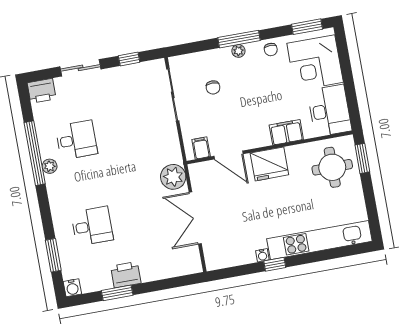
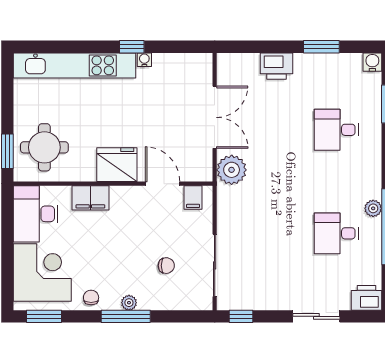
window: (129, 59) -> (241, 316), moved
chair: (213, 87) -> (166, 266), turned 90
printer: (126, 275) -> (277, 66), moved

